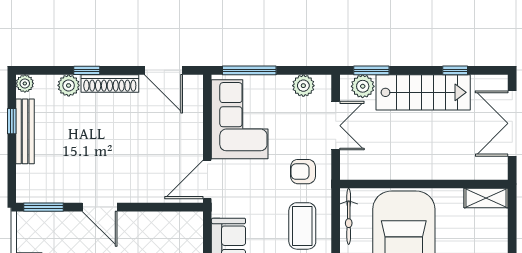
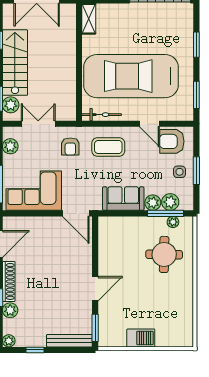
bench: (25, 131) -> (69, 341), moved

